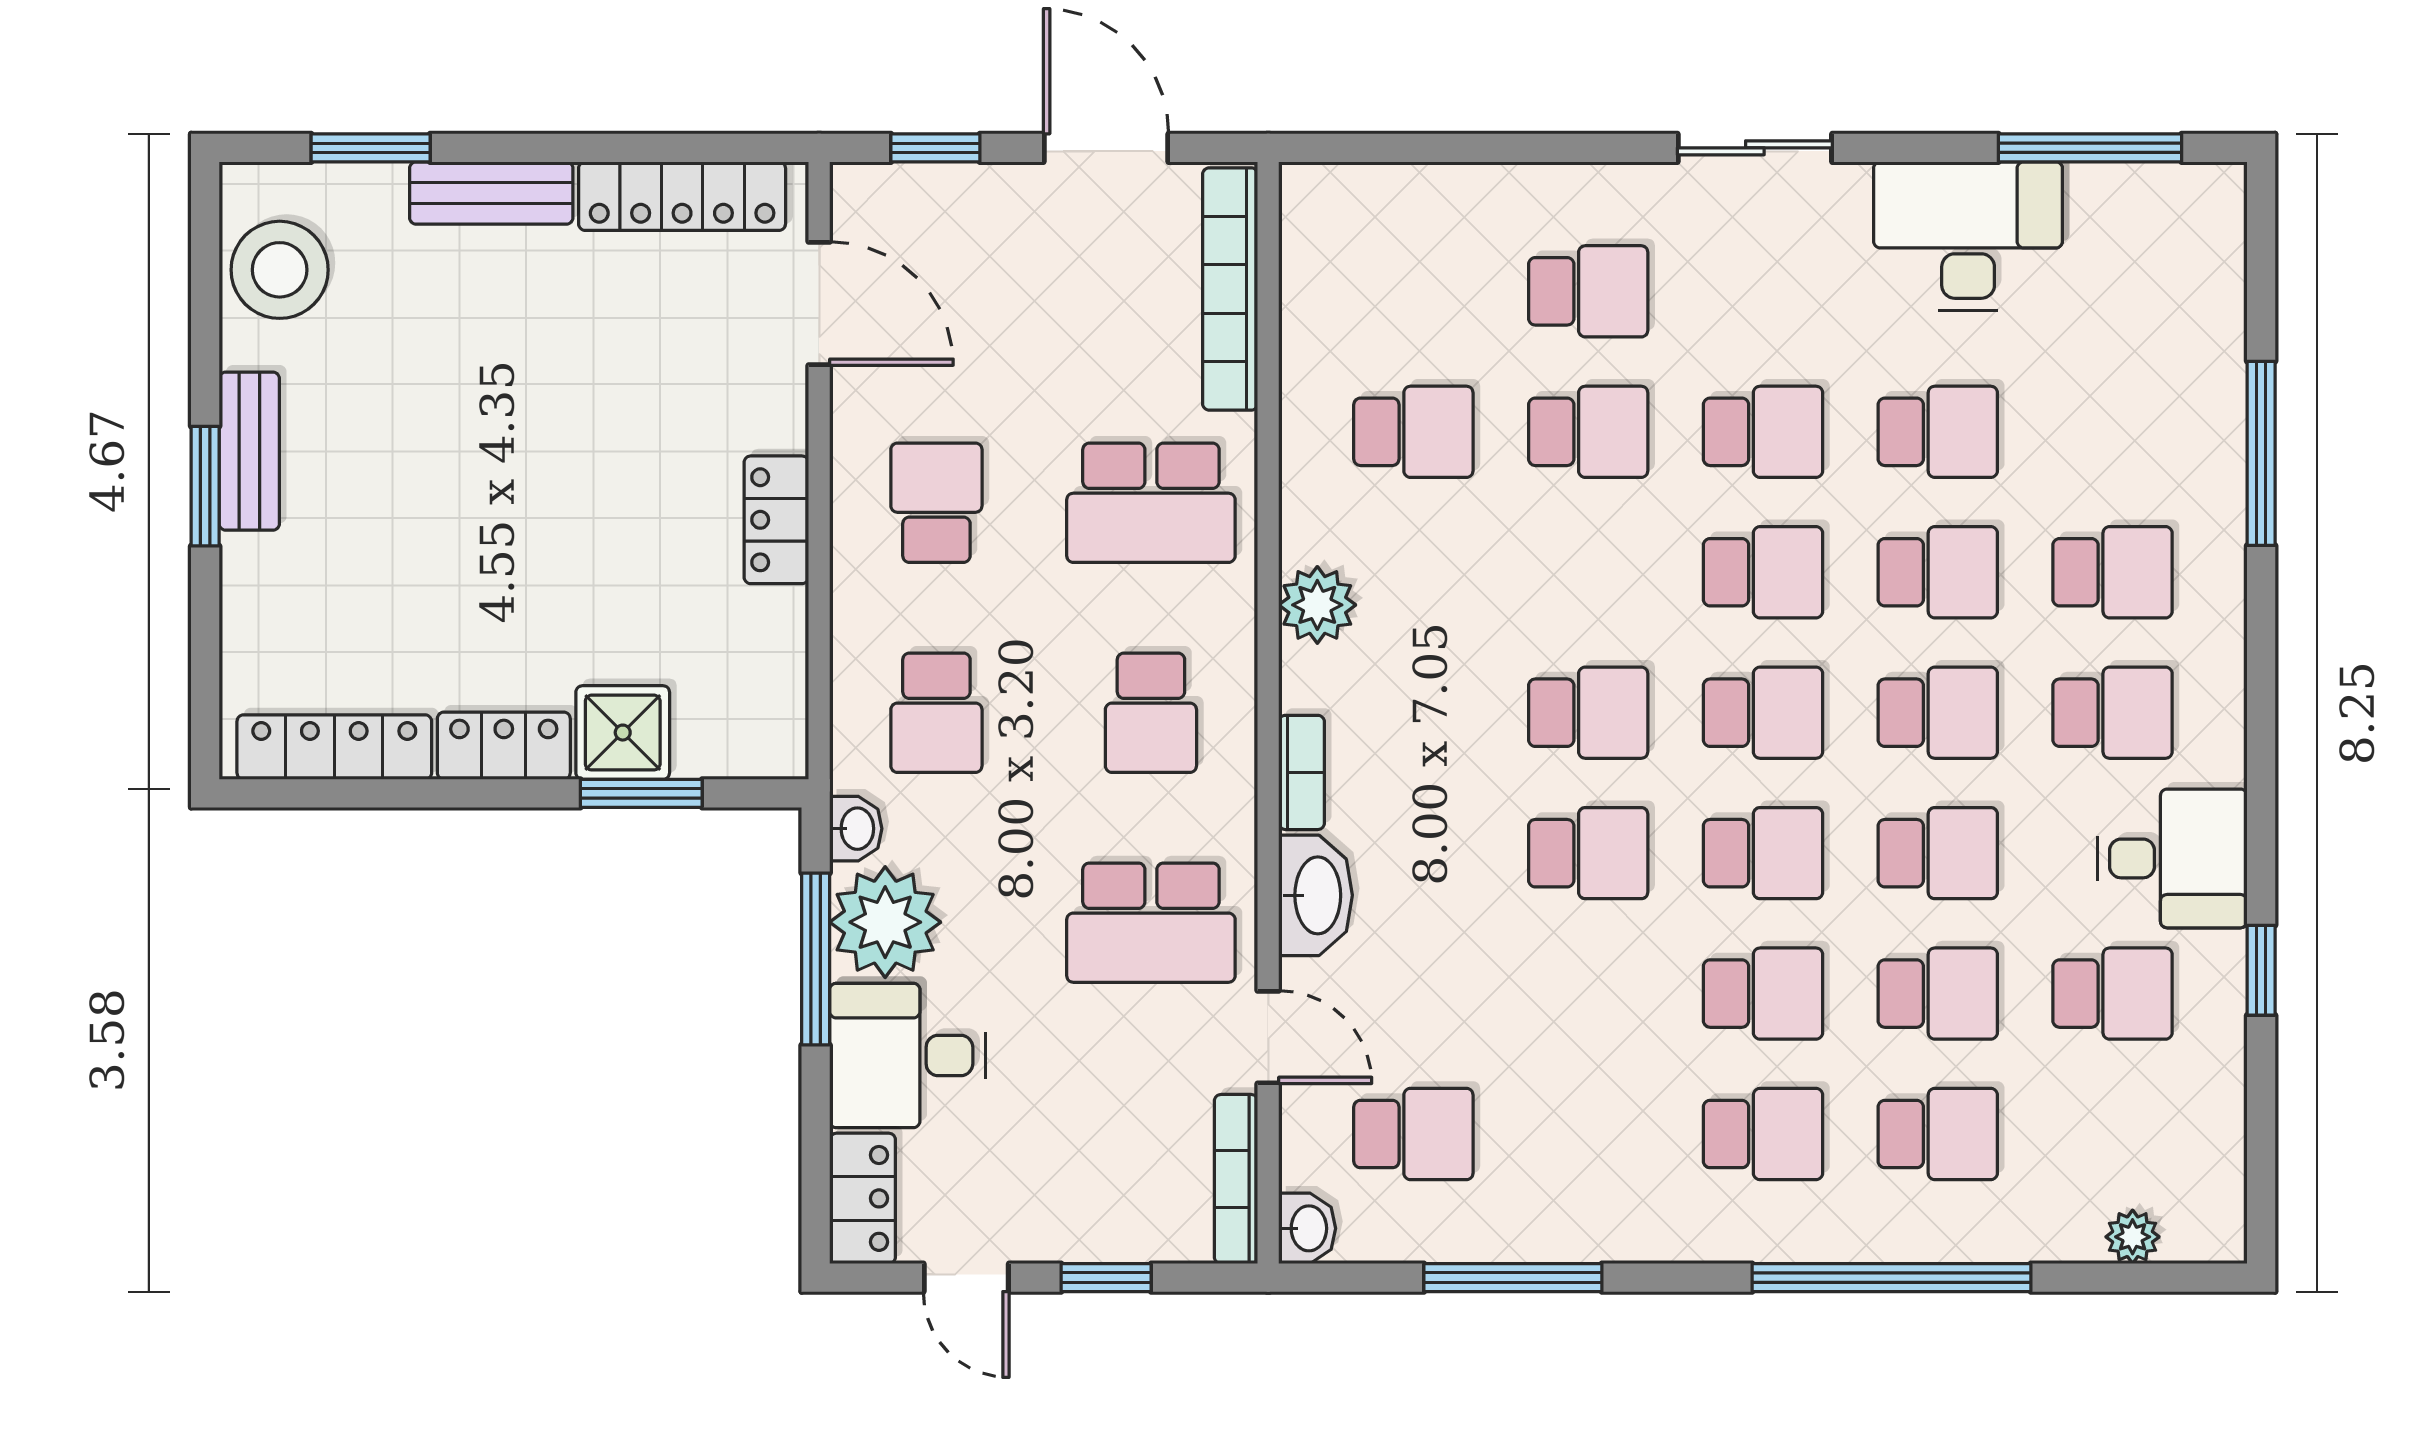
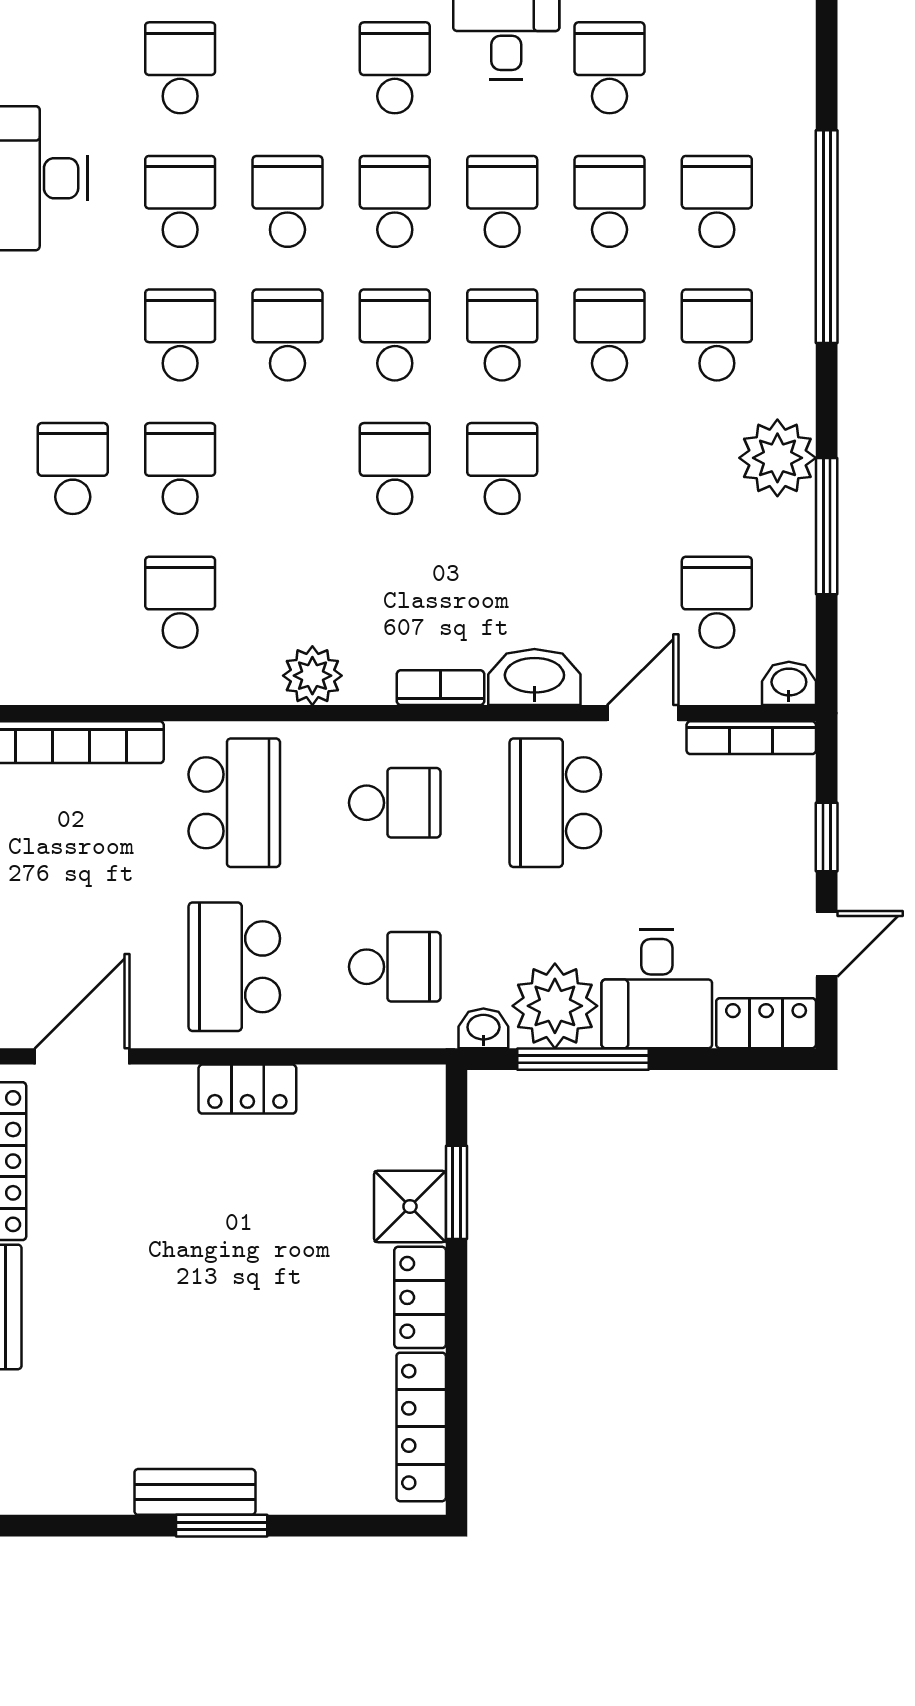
stool: (280, 270) -> (56, 1469), removed
school desk: (936, 503) -> (234, 967), width x1.85
school desk: (2112, 572) -> (180, 68), moved
school desk: (1151, 923) -> (555, 803), turned 180
plant: (2133, 1237) -> (777, 458), moved, width x1.87, depth x1.87

